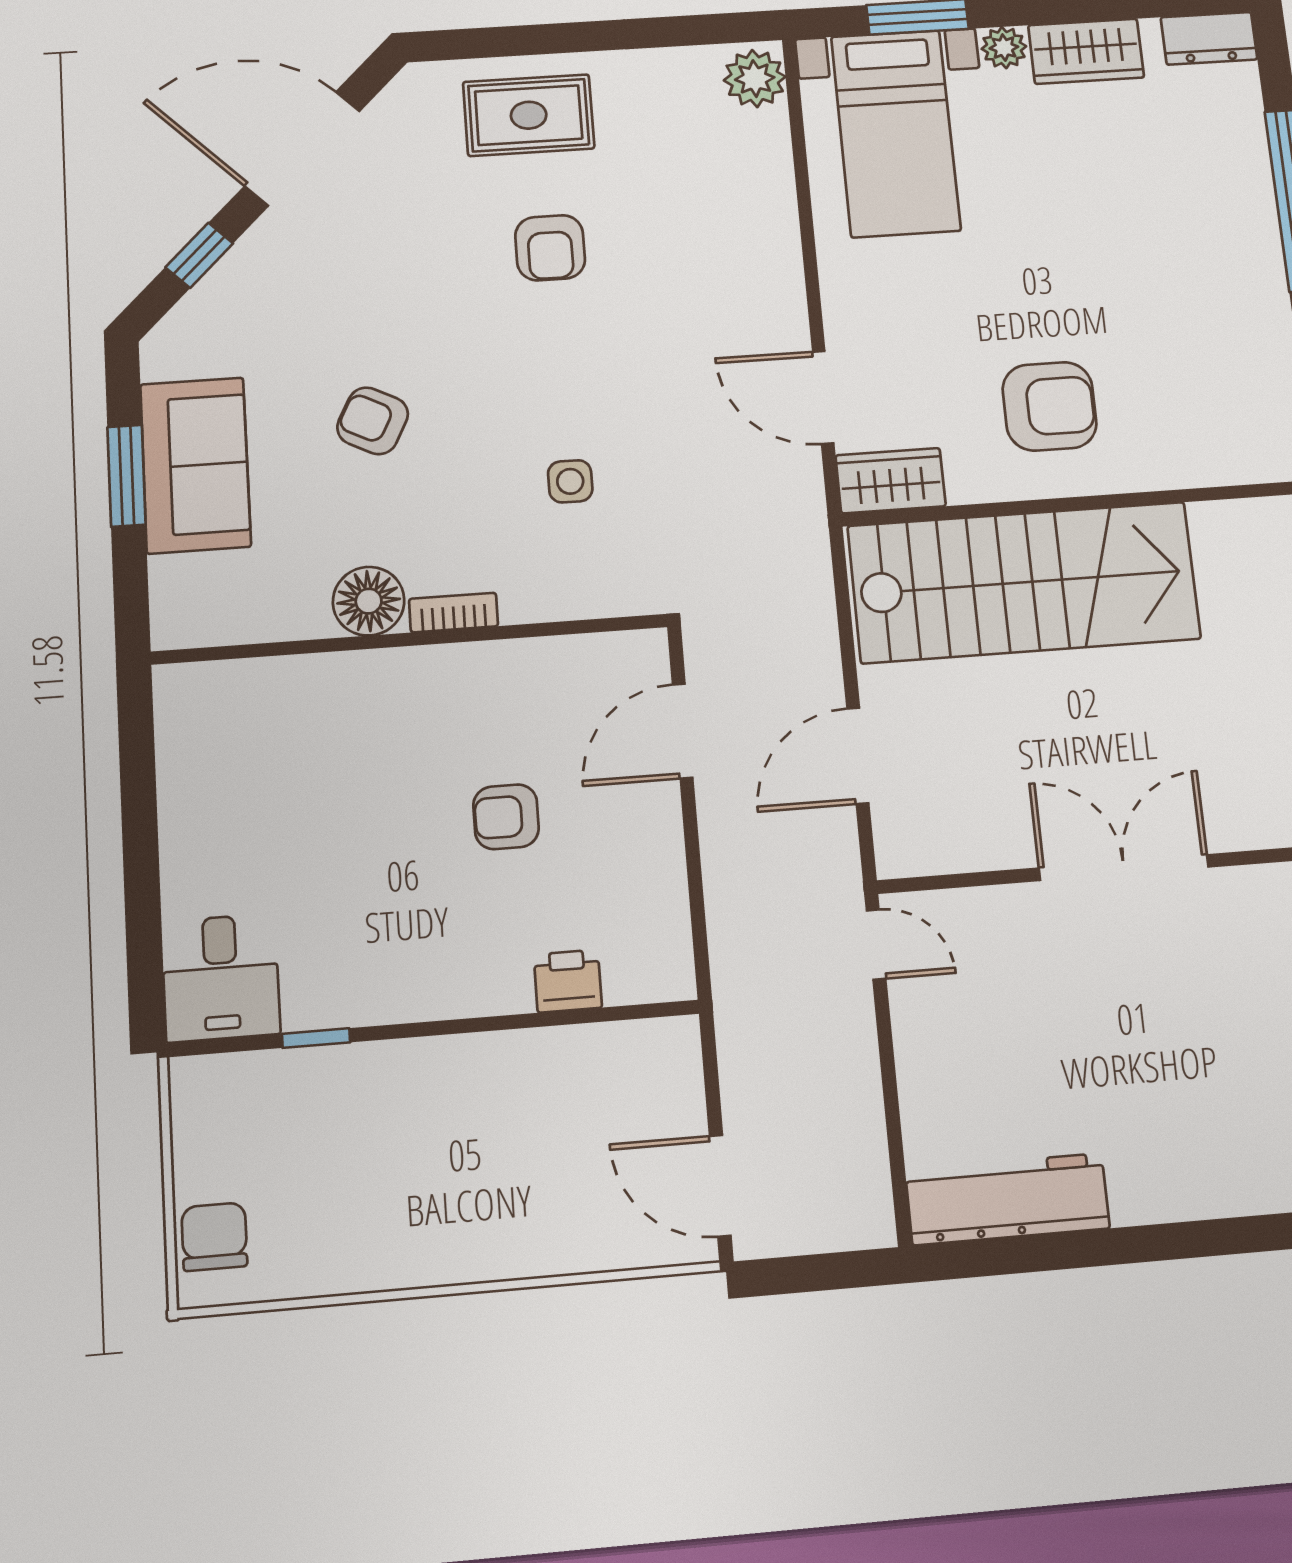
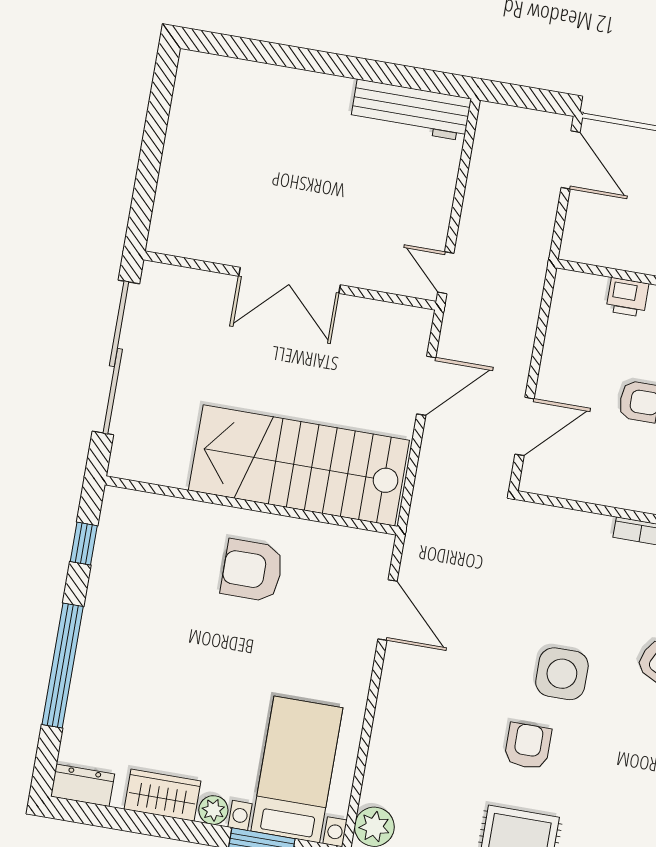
side table: (570, 481) -> (562, 674), moved, width x1.87, depth x1.87
wardrobe: (891, 481) -> (361, 548), removed

